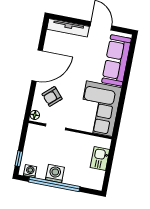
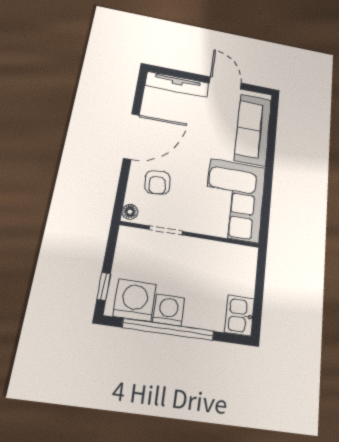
armchair: (52, 96) -> (157, 182), turned -54
kitchen sink: (100, 158) -> (240, 315), moved
washing machine: (30, 171) -> (135, 300), width x1.89, depth x1.89

